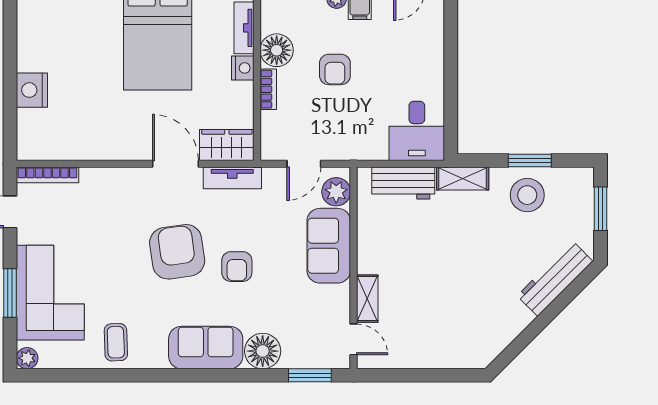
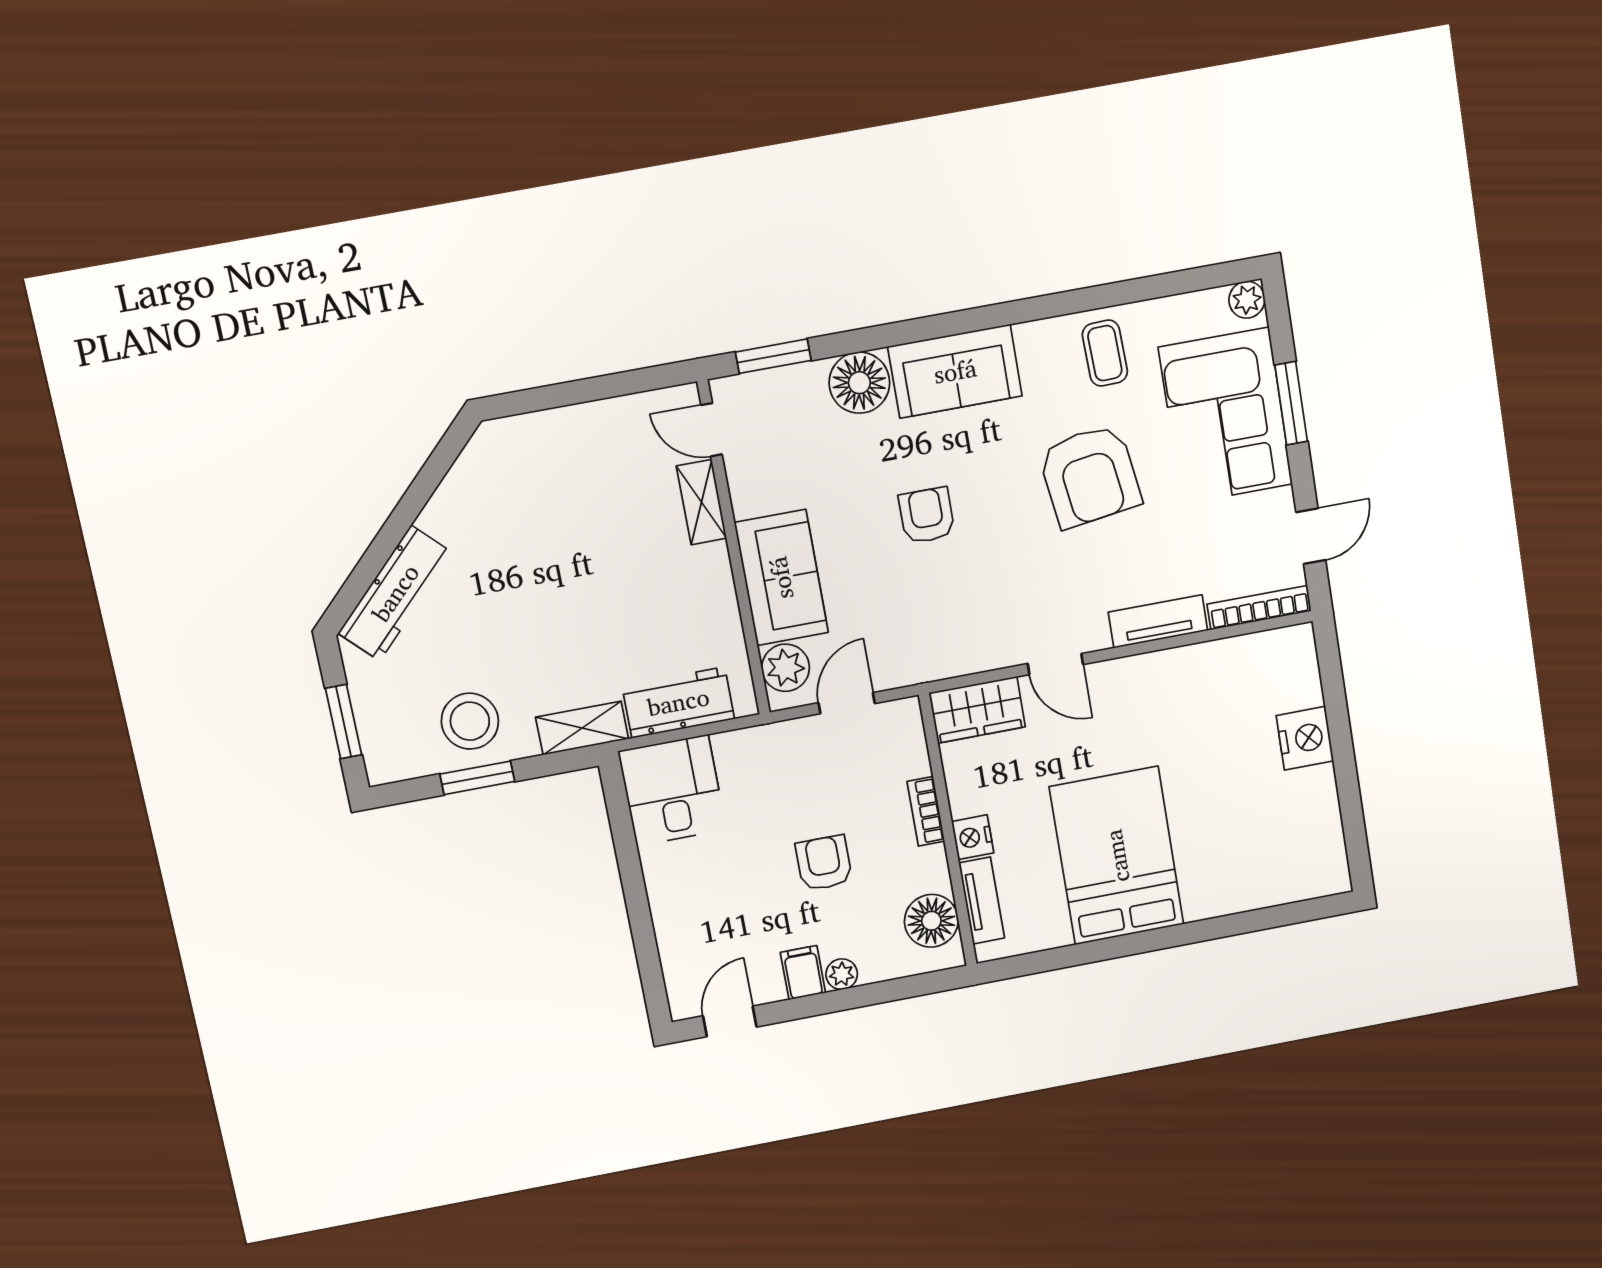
floor lamp: (277, 50) -> (931, 921), moved
door: (175, 164) -> (1055, 664), width x0.73
tv unit: (232, 178) -> (1158, 621), moved
armchair: (177, 252) -> (1090, 476), moved

